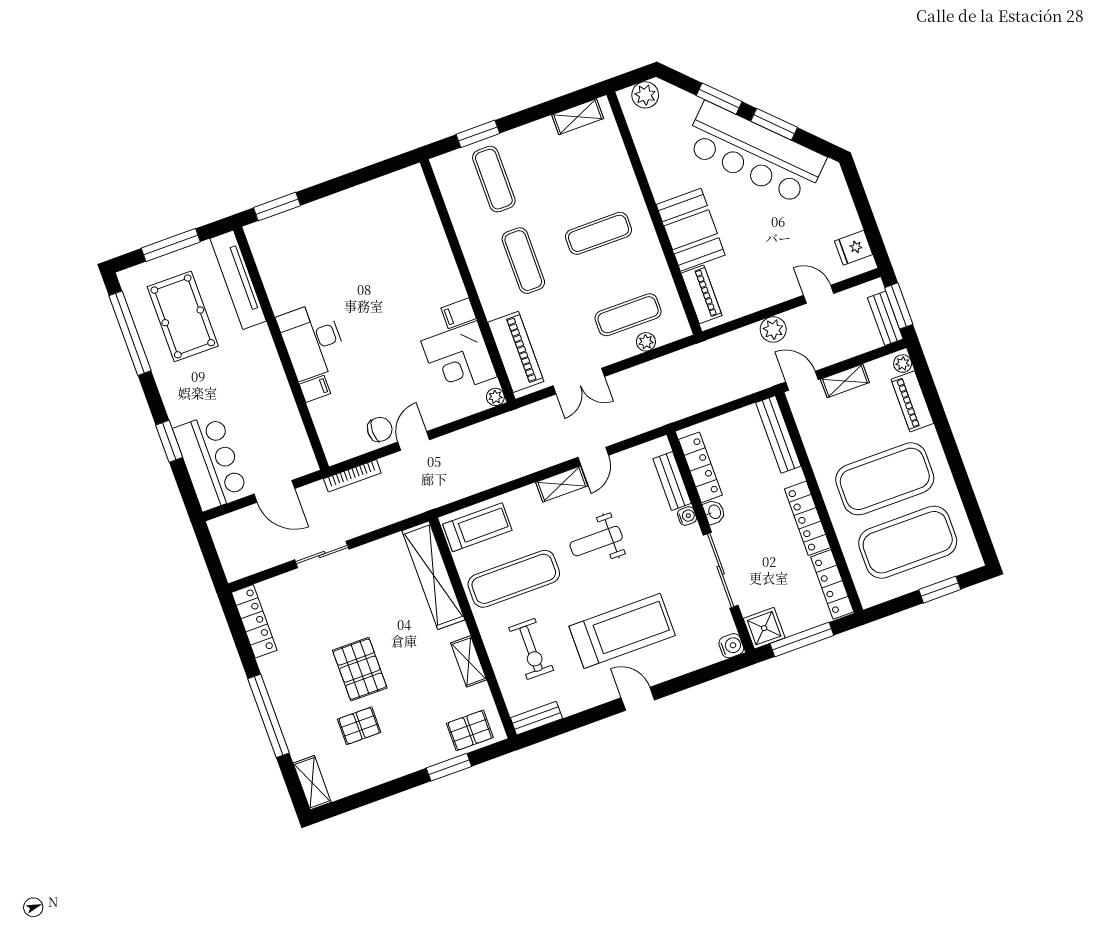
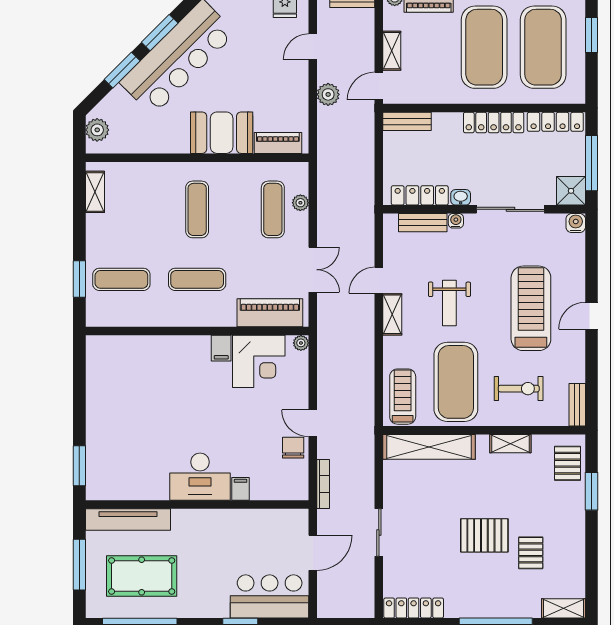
bench: (778, 434) -> (407, 121), width x0.73
door: (593, 456) -> (379, 280), swing flipped
exercise mat: (514, 579) -> (456, 382), width x1.47

